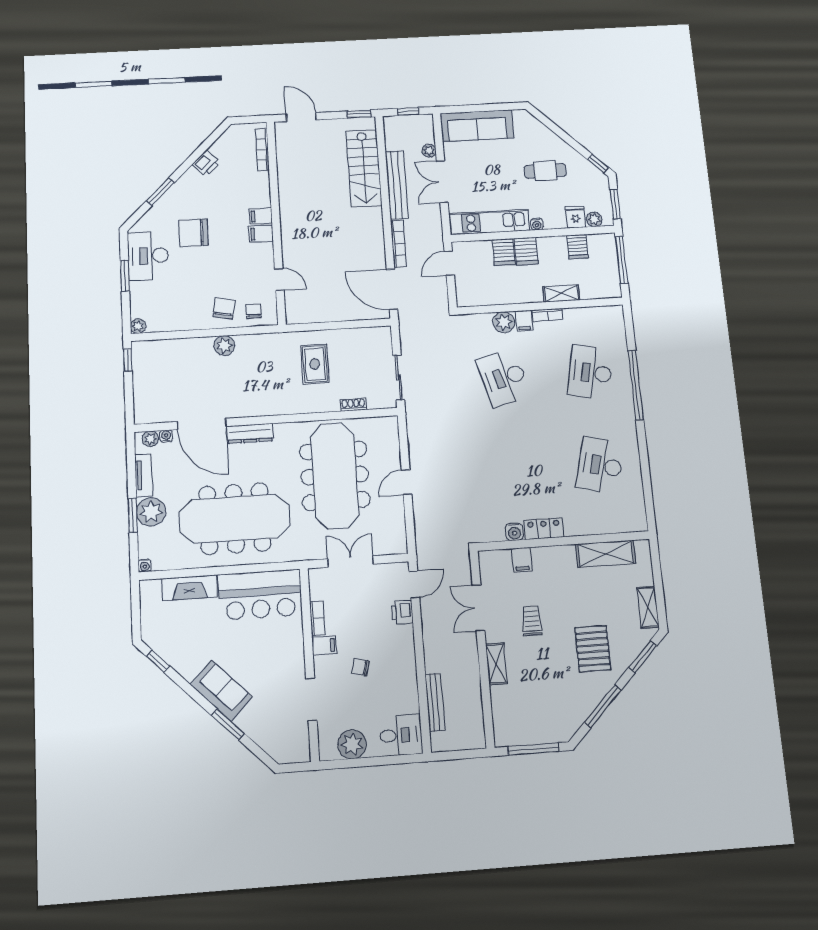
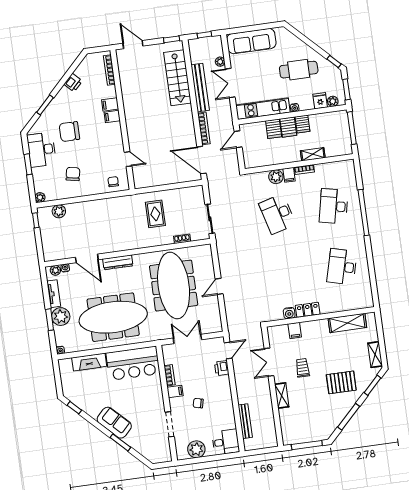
cafe table: (545, 171) -> (299, 70), width x1.37, depth x1.35
filing cabinet: (261, 234) -> (110, 104), moved
server rack: (578, 247) -> (302, 124), moved
chair: (224, 308) -> (73, 174), moved
plant: (224, 346) -> (59, 211), moved
door: (202, 424) -> (87, 258), width x0.73
pallet: (593, 649) -> (341, 382), turned 90

